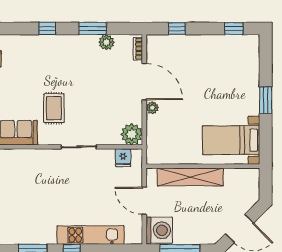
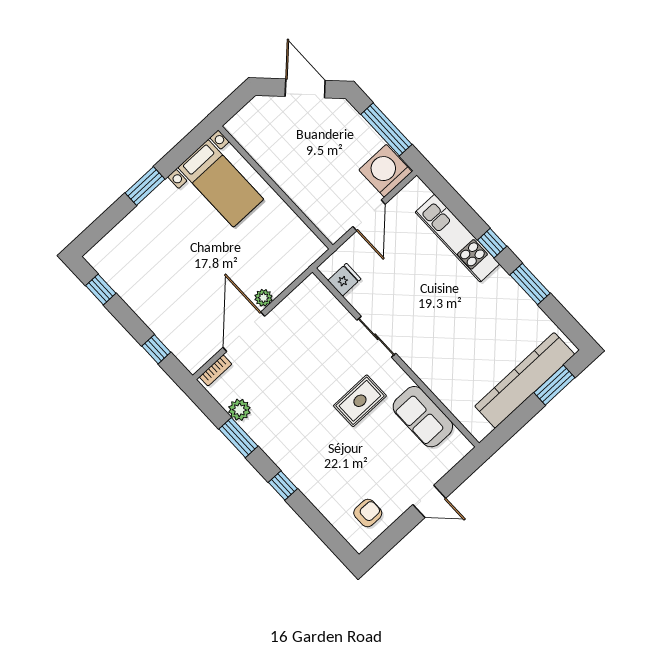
plant: (132, 134) -> (311, 294), removed
shelving: (190, 177) -> (299, 190), removed

